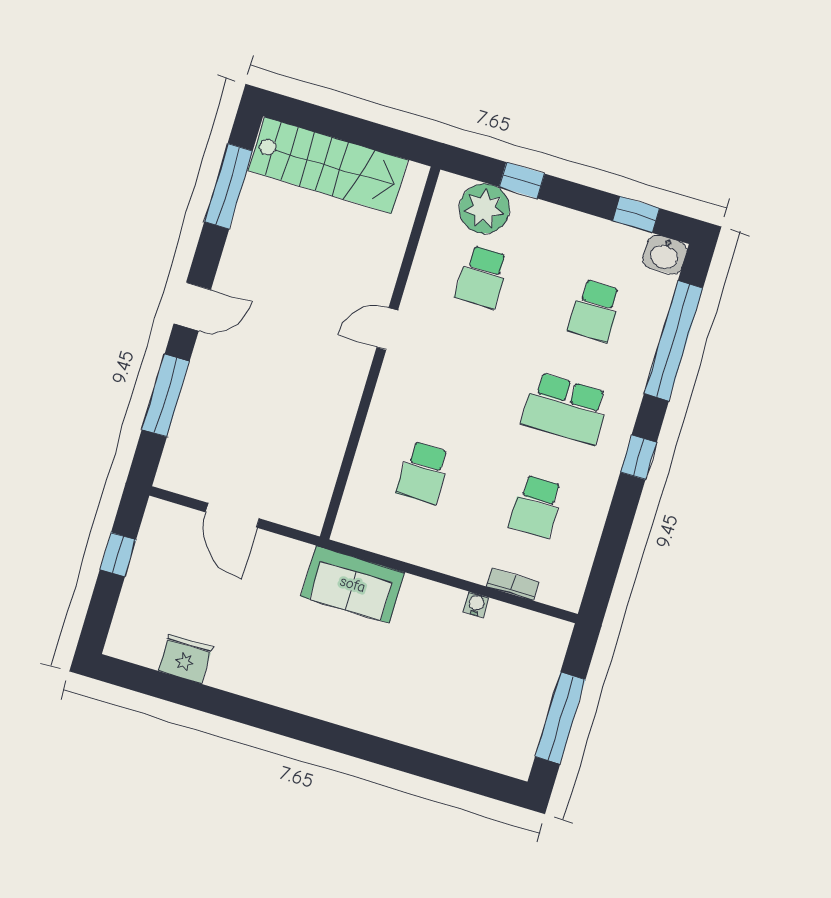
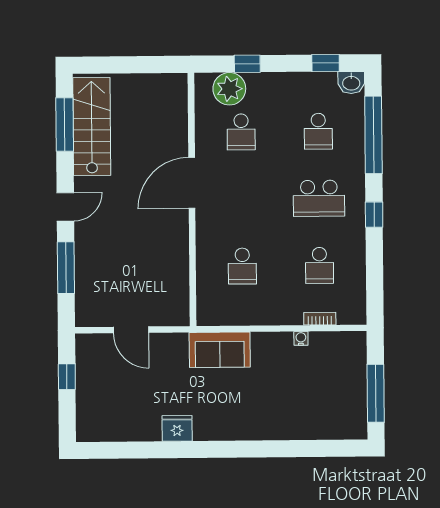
stairs: (328, 165) -> (92, 127), moved, turned -90
door: (387, 329) -> (192, 183), width x1.87
fridge: (185, 659) -> (177, 428), moved

